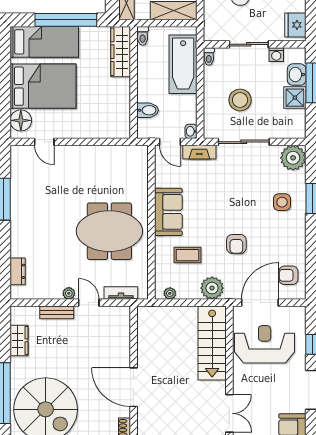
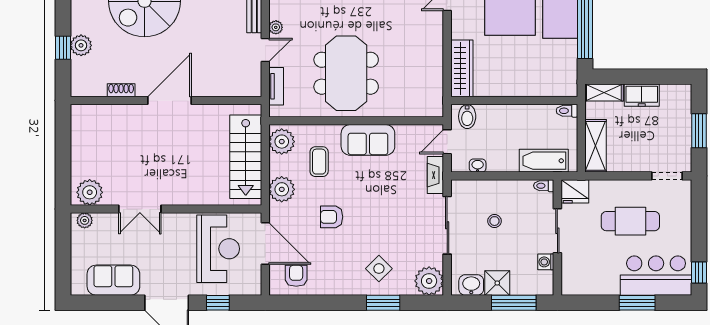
fridge: (295, 25) -> (575, 191), moved, turned 180
wardrobe: (121, 52) -> (462, 68), moved, turned 90
bathtub: (183, 64) -> (544, 161), width x0.73, depth x0.73
washbasin: (297, 75) -> (471, 285), moved
stool: (240, 100) -> (494, 221), width x0.53, depth x0.53
bidet: (148, 110) -> (467, 116), moved
washbasin: (191, 131) -> (478, 166), moved
side table: (282, 202) -> (379, 269), turned 45
plant: (170, 293) -> (282, 142), width x1.87, depth x1.87
stairs: (212, 343) -> (246, 157), moved, turned -90

